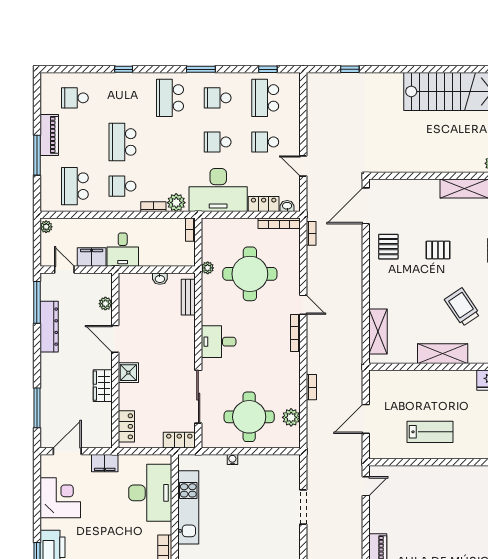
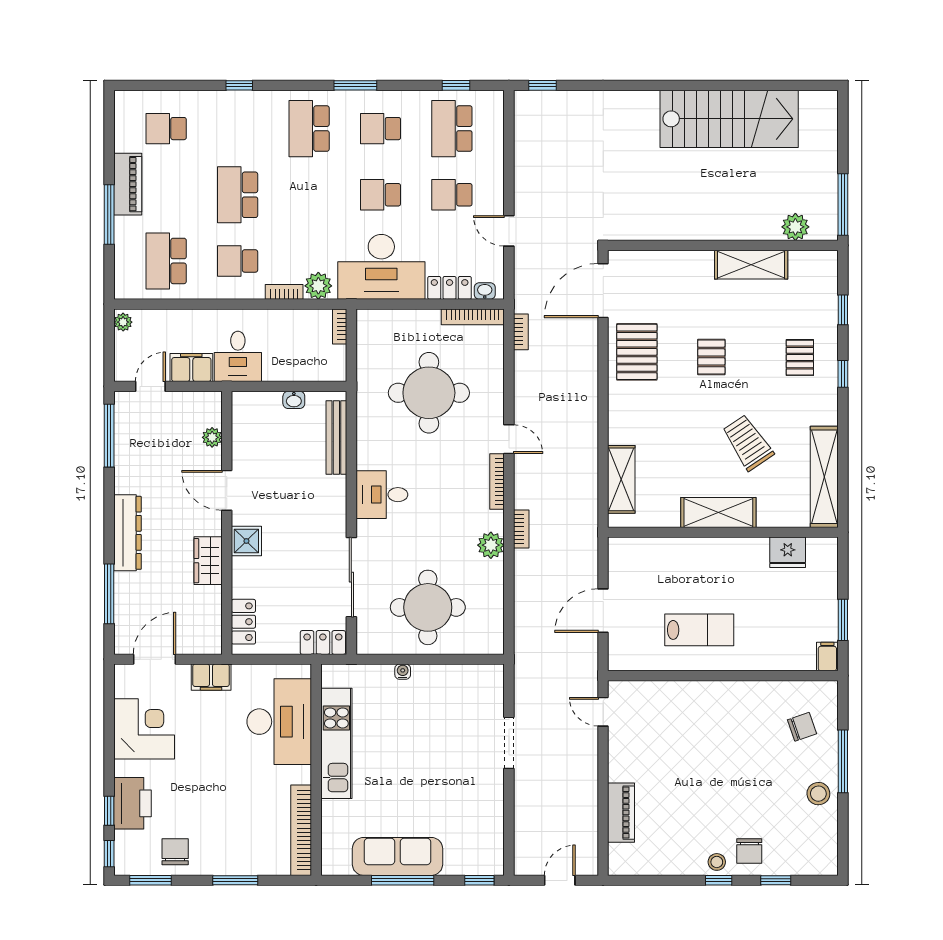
window: (350, 69) -> (542, 85), moved
pallet: (388, 247) -> (637, 352), width x1.50, depth x1.42
pallet: (438, 250) -> (711, 357), turned 90
plant: (208, 268) -> (365, 384), removed
door: (64, 270) -> (150, 386), hinge flipped
bench: (188, 297) -> (336, 438), width x1.36
dresser: (49, 327) -> (127, 533), moved
bookcase: (311, 387) -> (521, 529), moved
plant: (291, 417) -> (491, 545), moved
door: (366, 486) -> (603, 712), swing flipped

